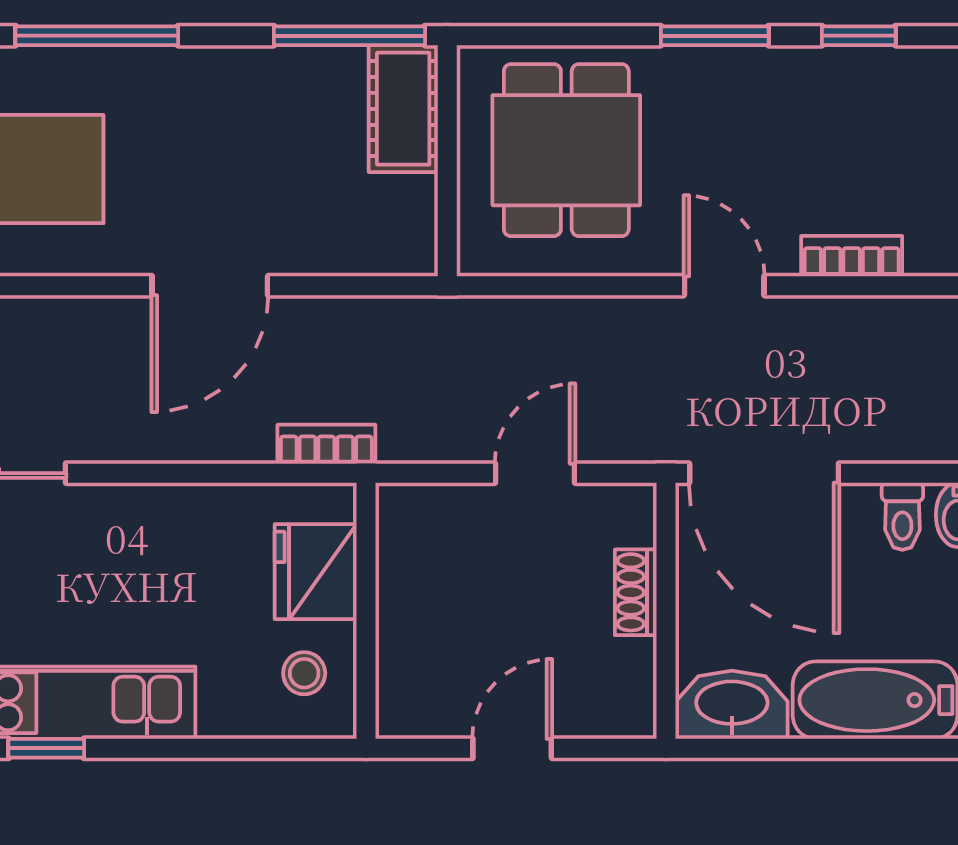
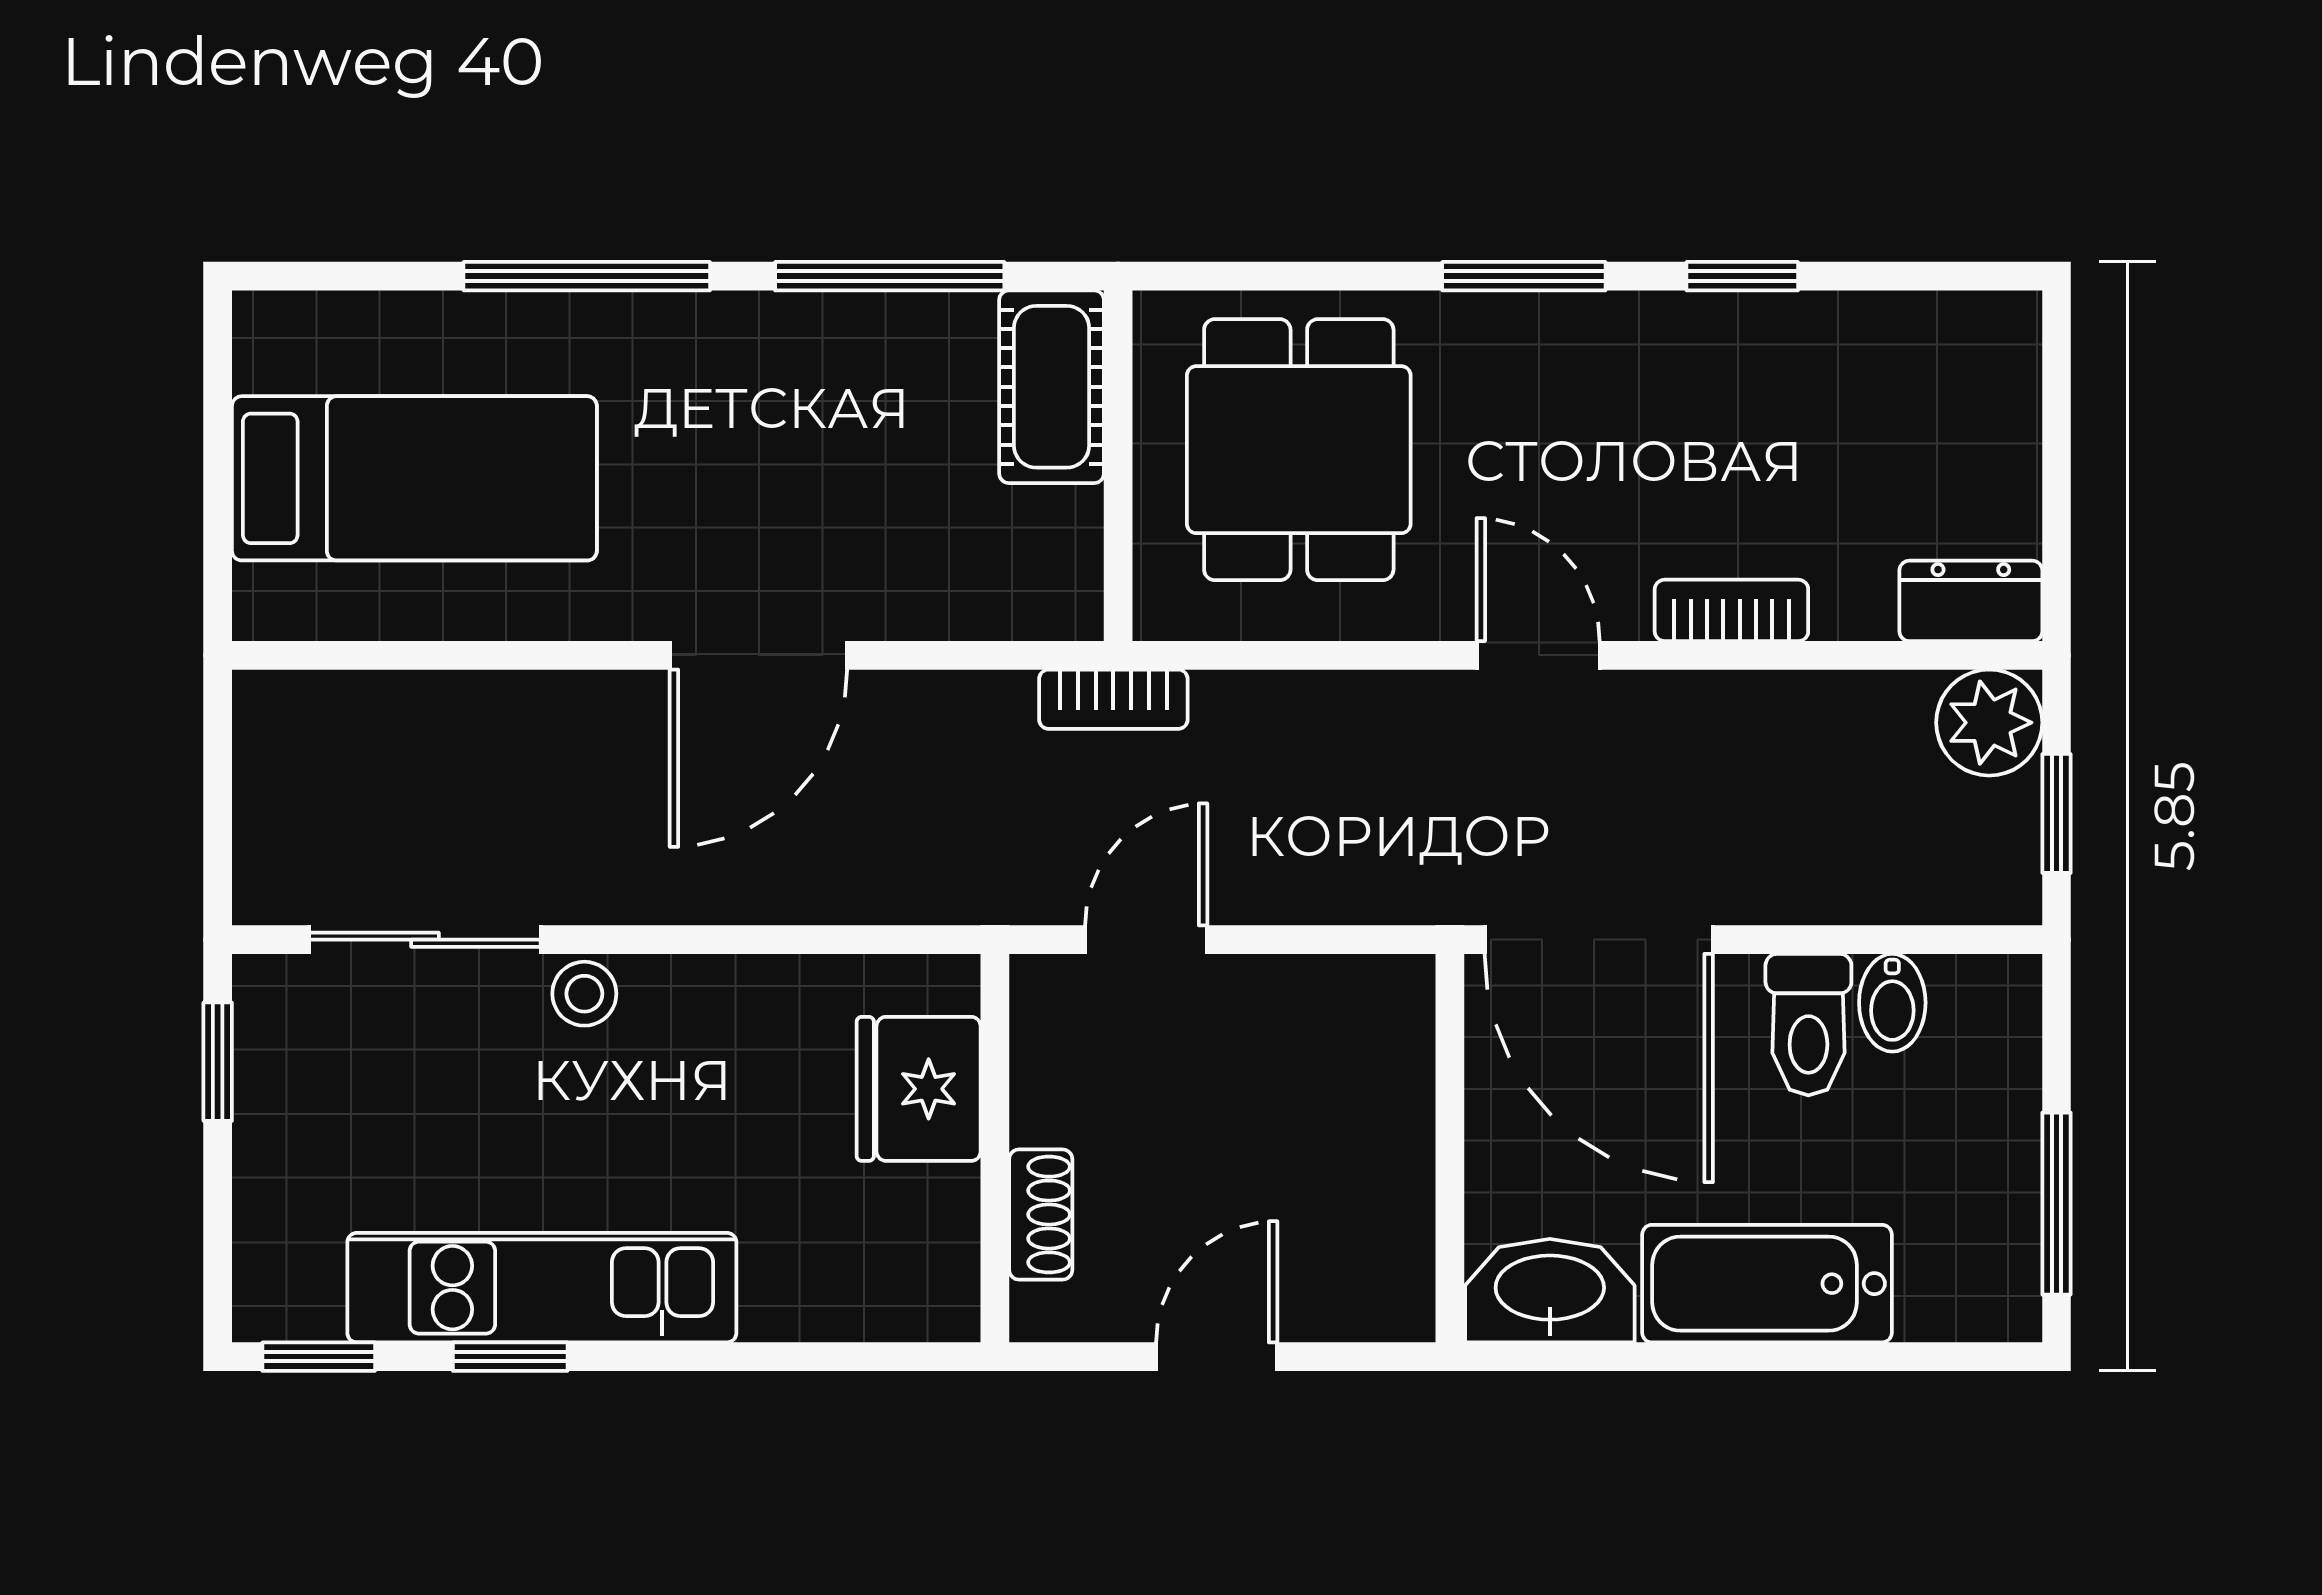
window: (349, 36) -> (890, 276), moved
bookcase: (326, 444) -> (1113, 699), moved, turned 180
door: (535, 473) -> (1146, 940), moved
toilet: (902, 516) -> (1808, 1025), width x1.37, depth x1.39
shoe rack: (636, 592) -> (1041, 1215), moved, turned 180
stool: (304, 673) -> (584, 994), moved

